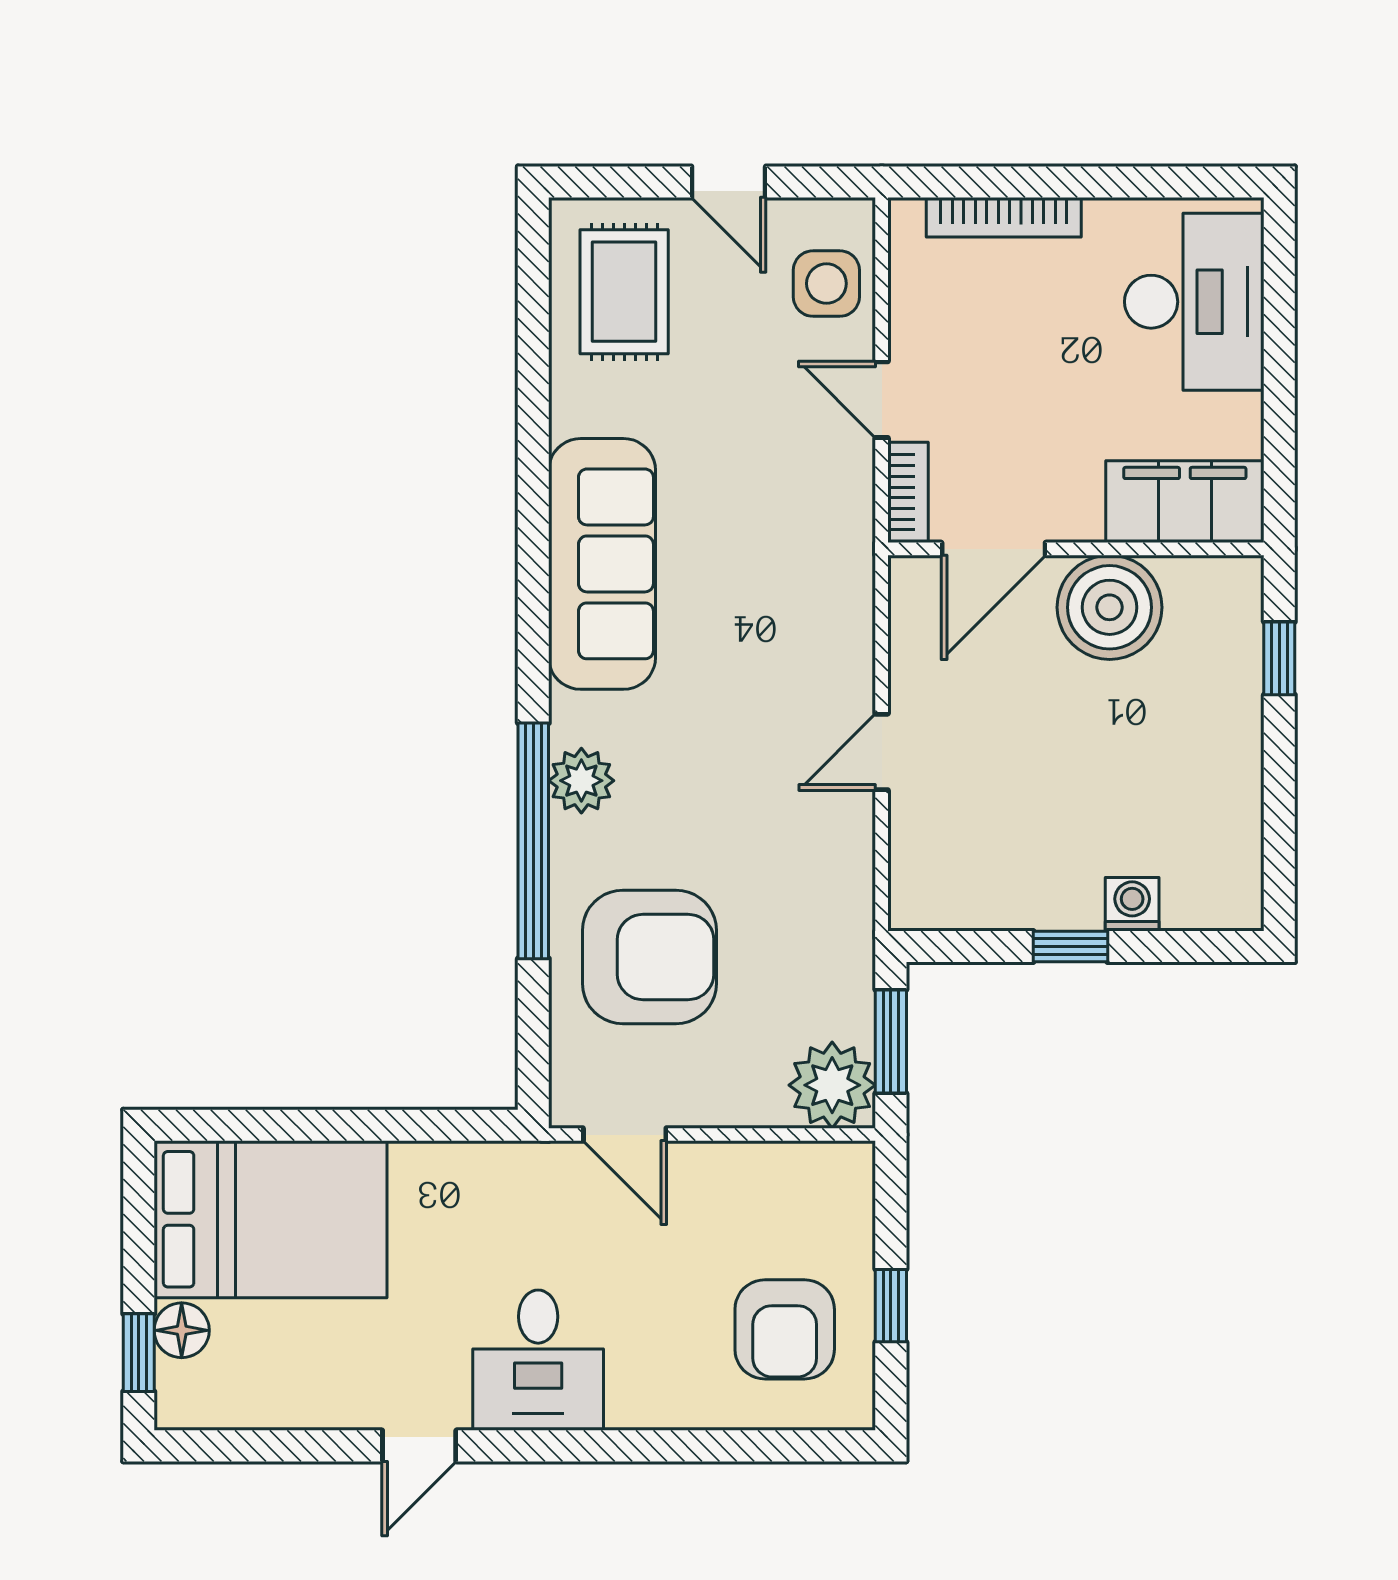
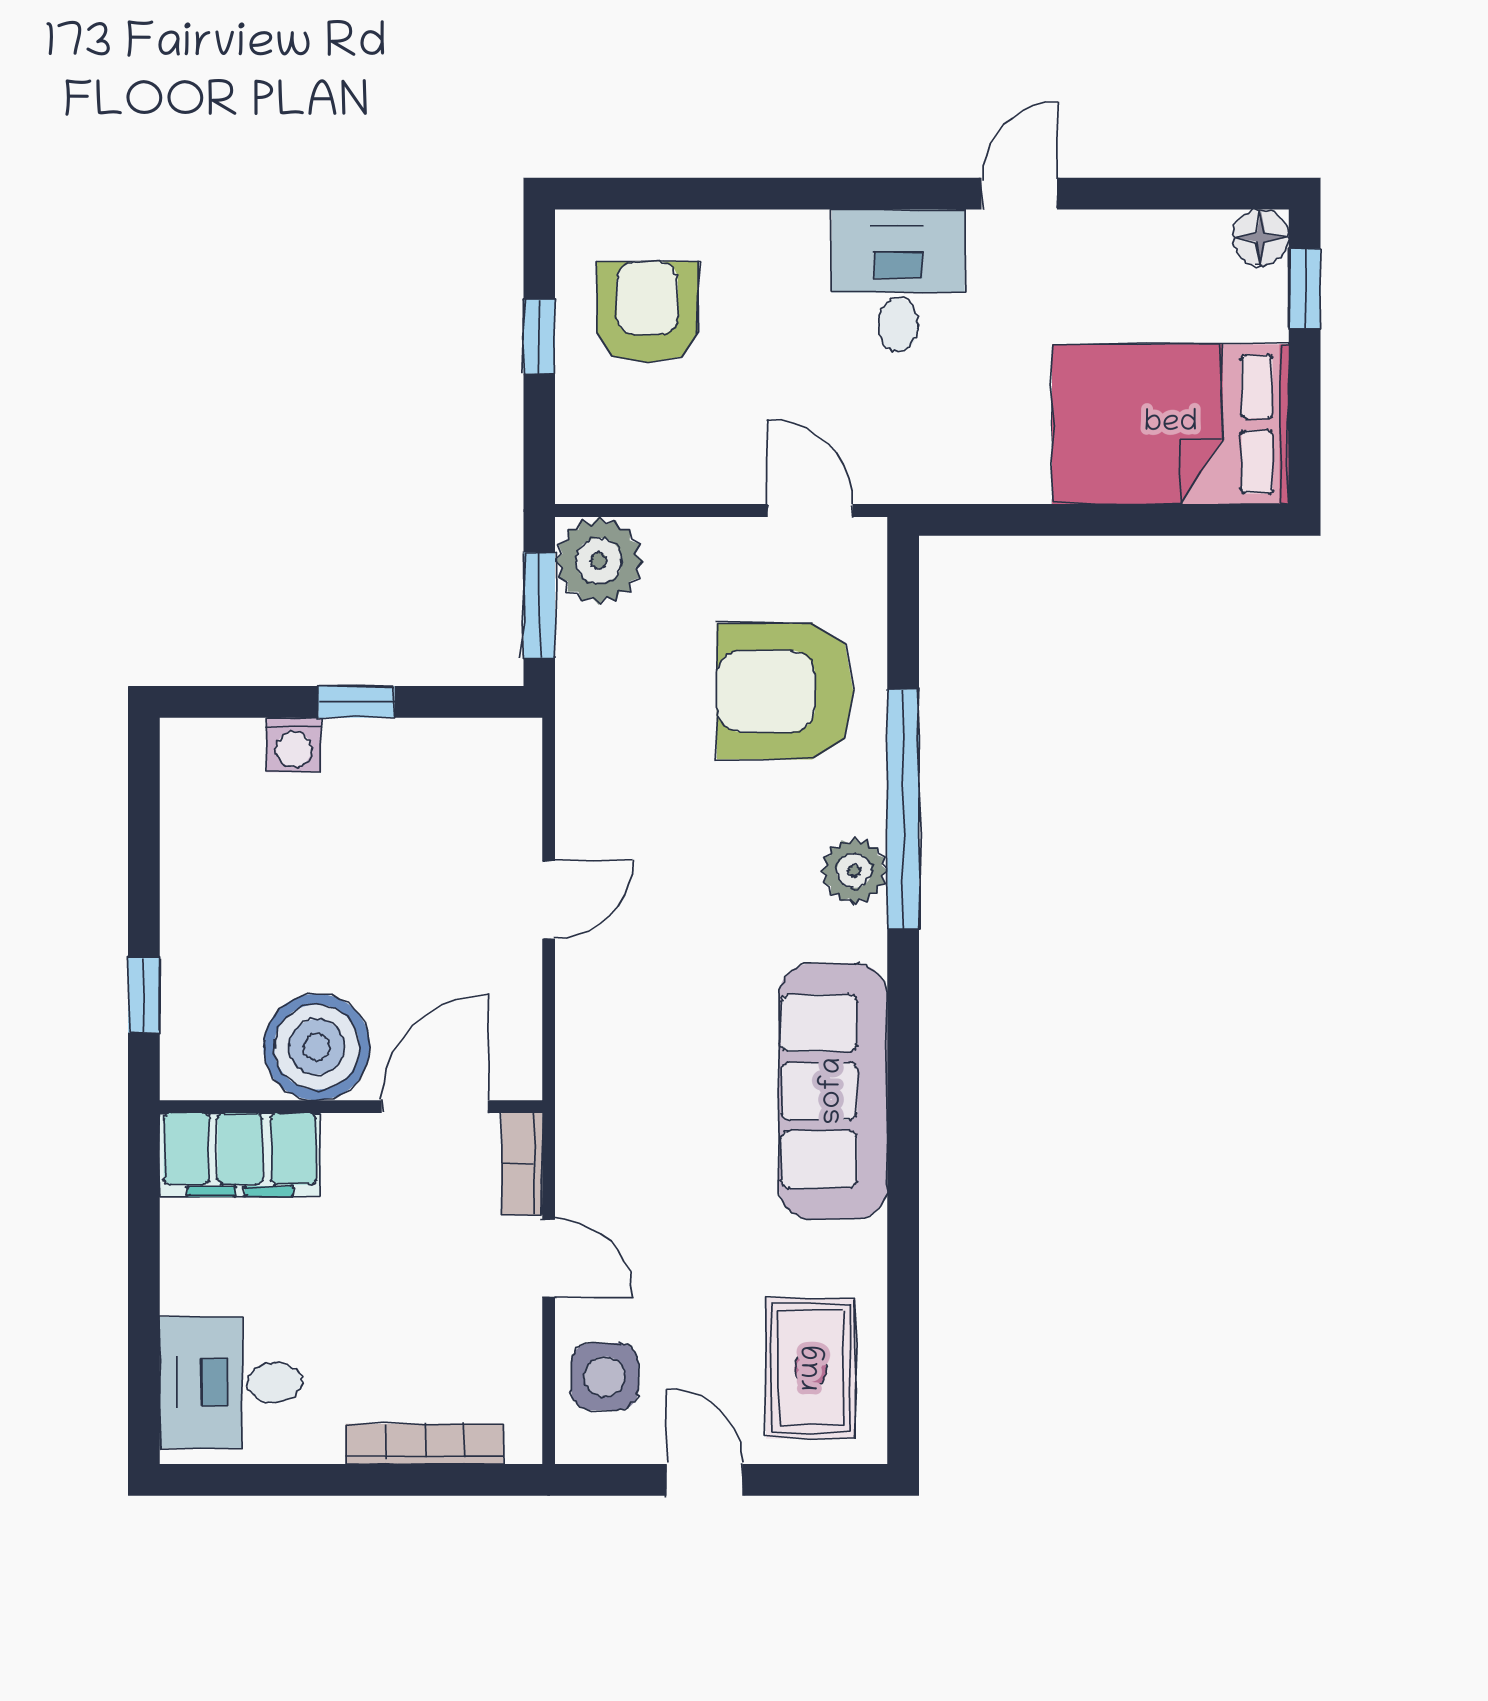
desk: (1194, 302) -> (230, 1383), width x0.73
floor lamp: (182, 1330) -> (1261, 237), moved

